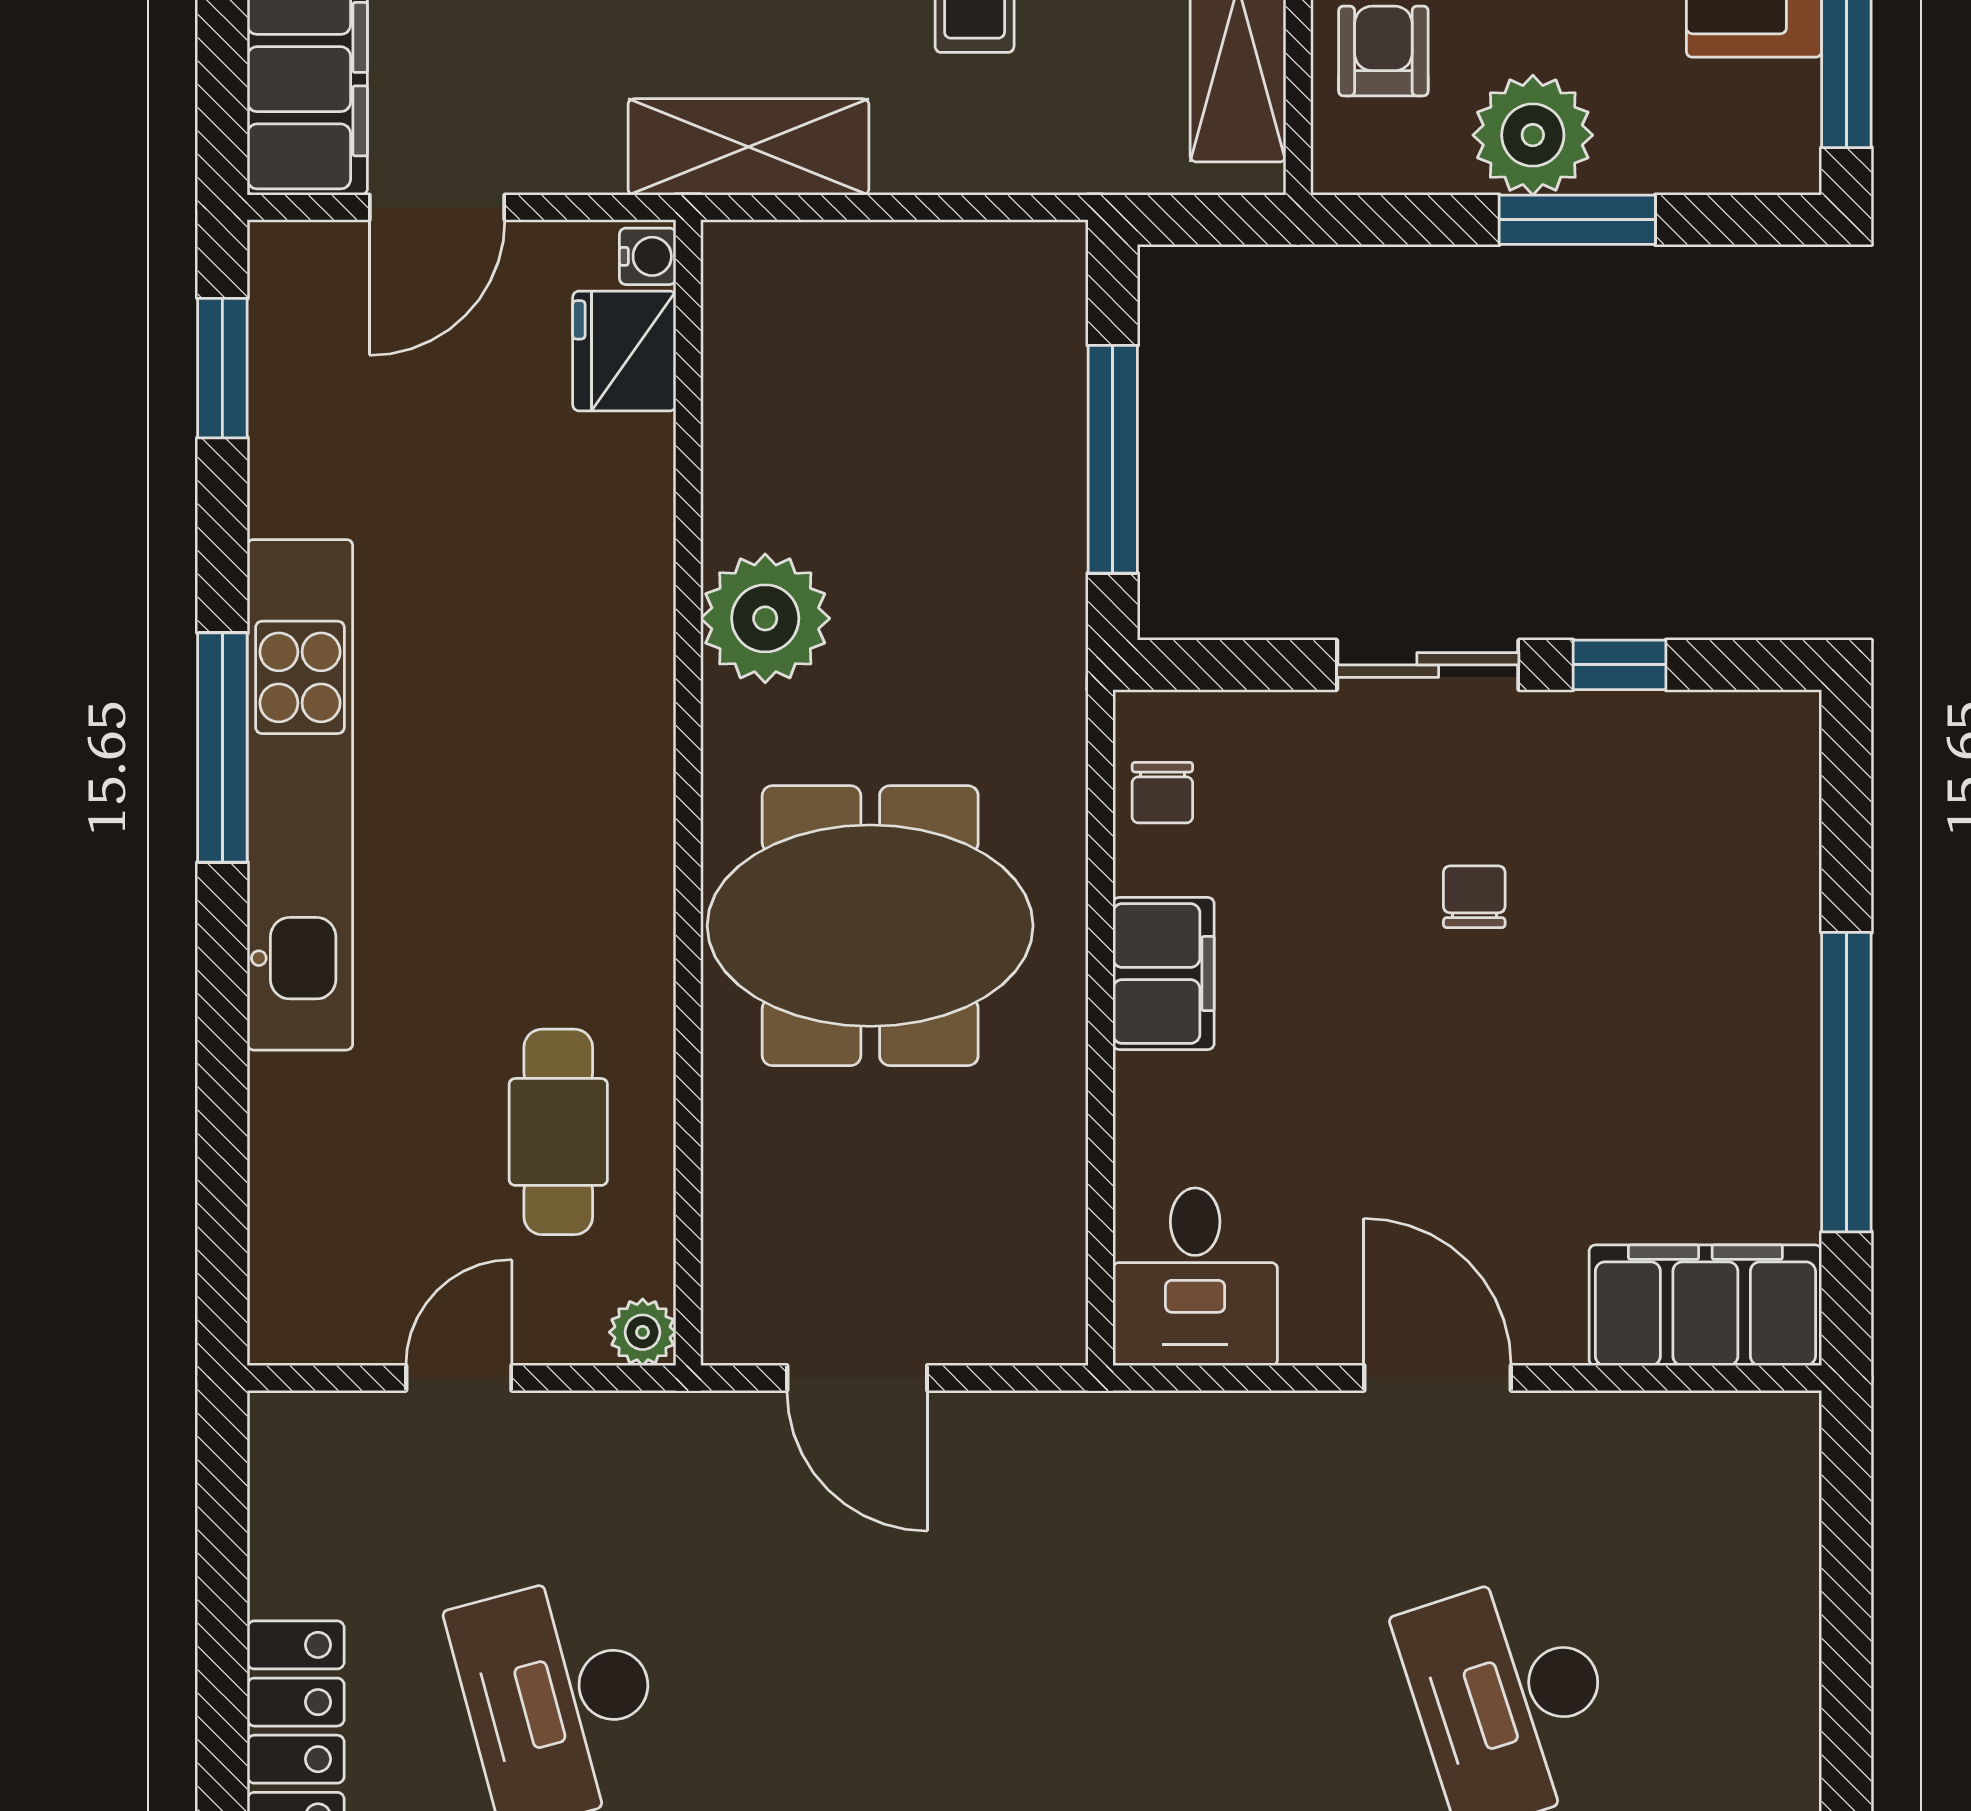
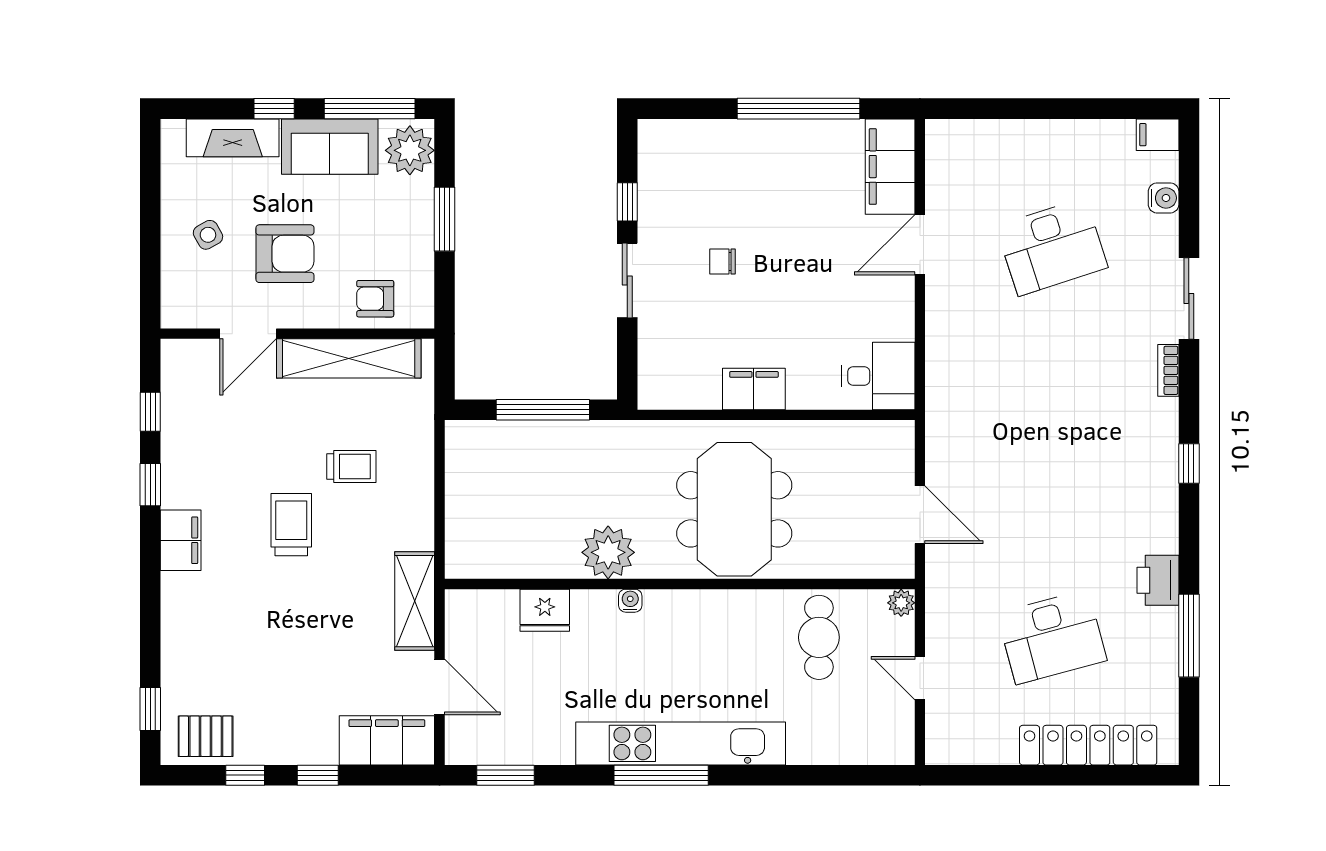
plant: (1533, 135) -> (410, 150), moved
shelving: (748, 147) -> (415, 601), moved
water cooler: (648, 256) -> (630, 601), moved
fridge: (624, 351) -> (545, 610), moved
chair: (1162, 793) -> (680, 389), removed
cafe table: (558, 1132) -> (819, 637), turned 90
door: (857, 1378) -> (920, 515), hinge flipped
door: (1438, 1378) -> (920, 245), moved

